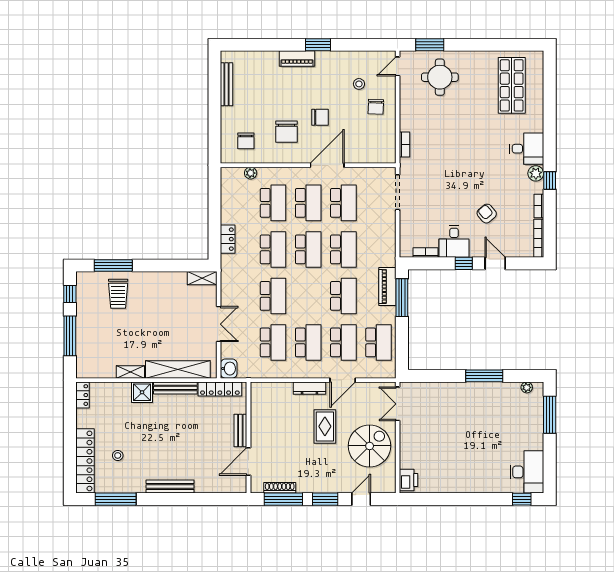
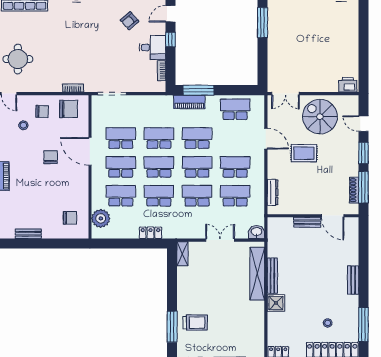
bench: (227, 84) -> (28, 234), width x0.73
chair: (287, 132) -> (68, 109), moved
plant: (251, 173) -> (101, 218), width x1.88, depth x1.88
school desk: (343, 342) -> (197, 167), moved
shelving: (130, 372) -> (259, 313), removed
dresser: (309, 388) -> (273, 192), moved
locker: (220, 389) -> (273, 239), removed
bench: (170, 486) -> (353, 280), width x0.73

